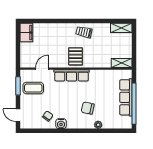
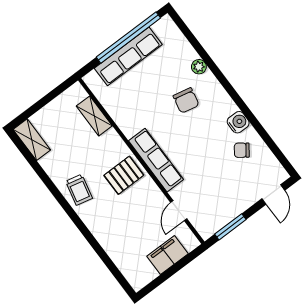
filing cabinet: (26, 32) -> (167, 255), moved
shelving: (122, 63) -> (94, 116), moved
door: (42, 69) -> (179, 211), hinge flipped
coffee table: (33, 88) -> (217, 202), removed

